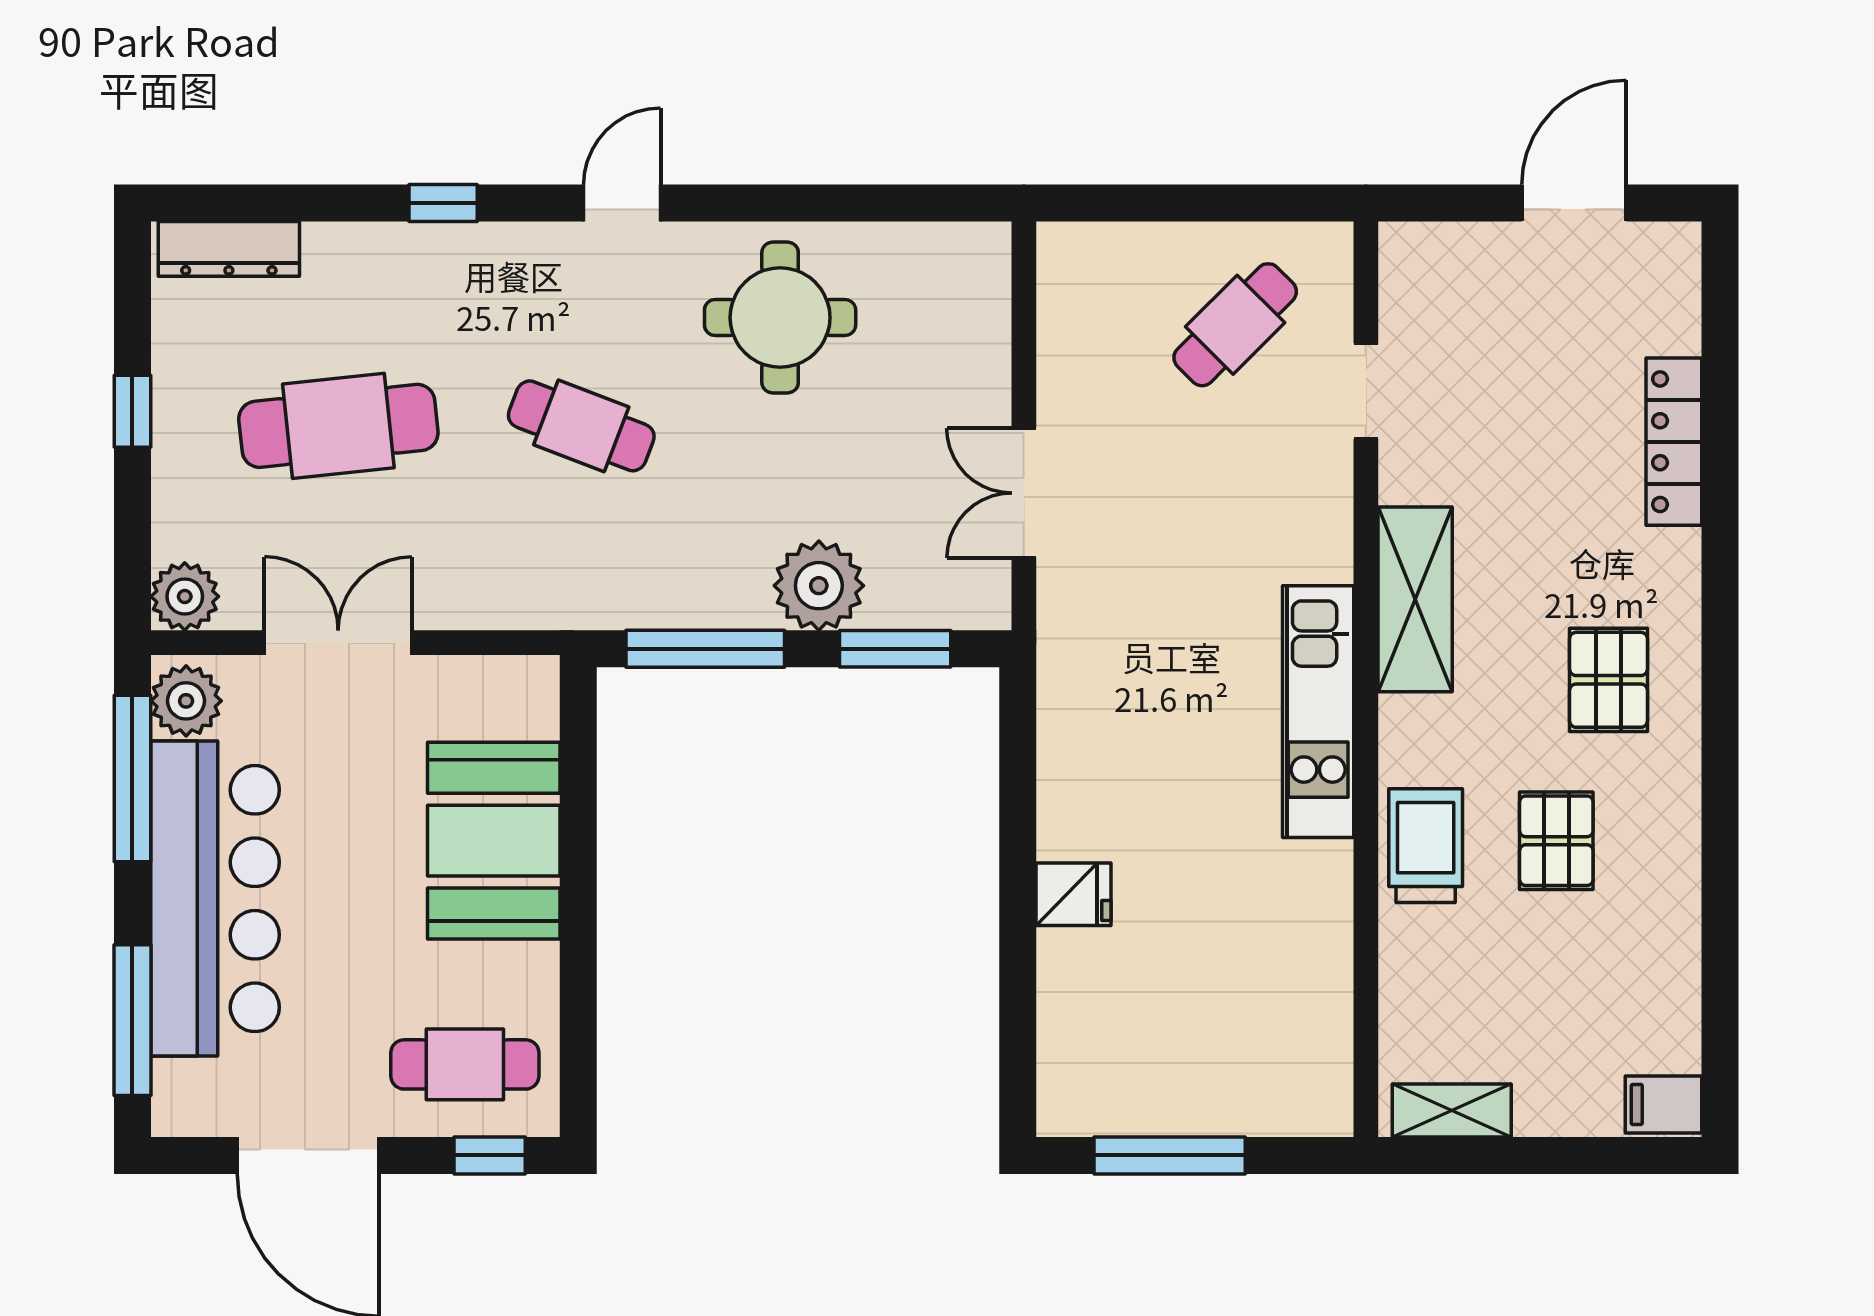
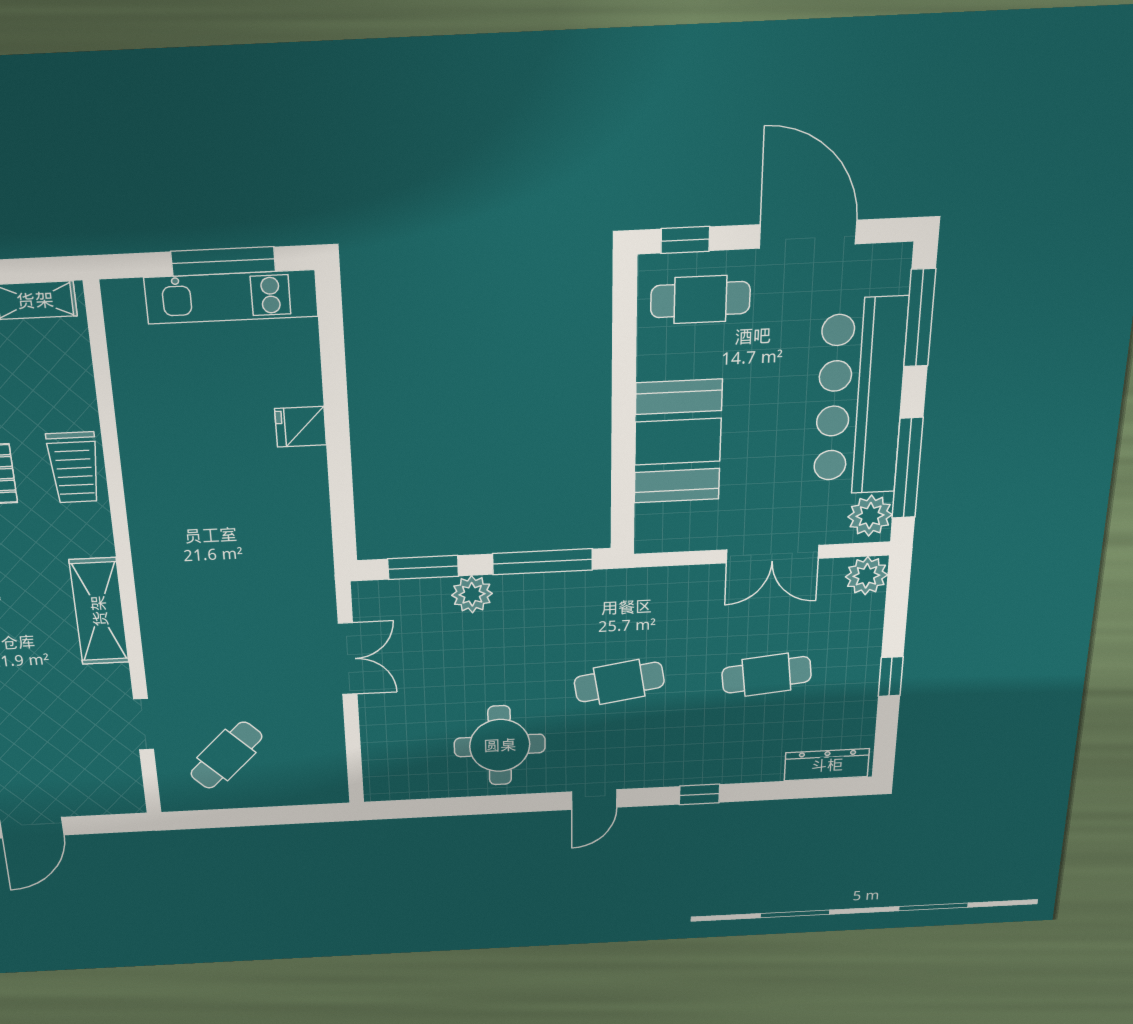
cafe table: (338, 426) -> (767, 675), width x0.73, depth x0.74
cafe table: (581, 426) -> (619, 682), turned -30
plant: (819, 586) -> (472, 594), width x0.73, depth x0.73
kitchen unit: (1318, 712) -> (231, 297), moved, turned 90

